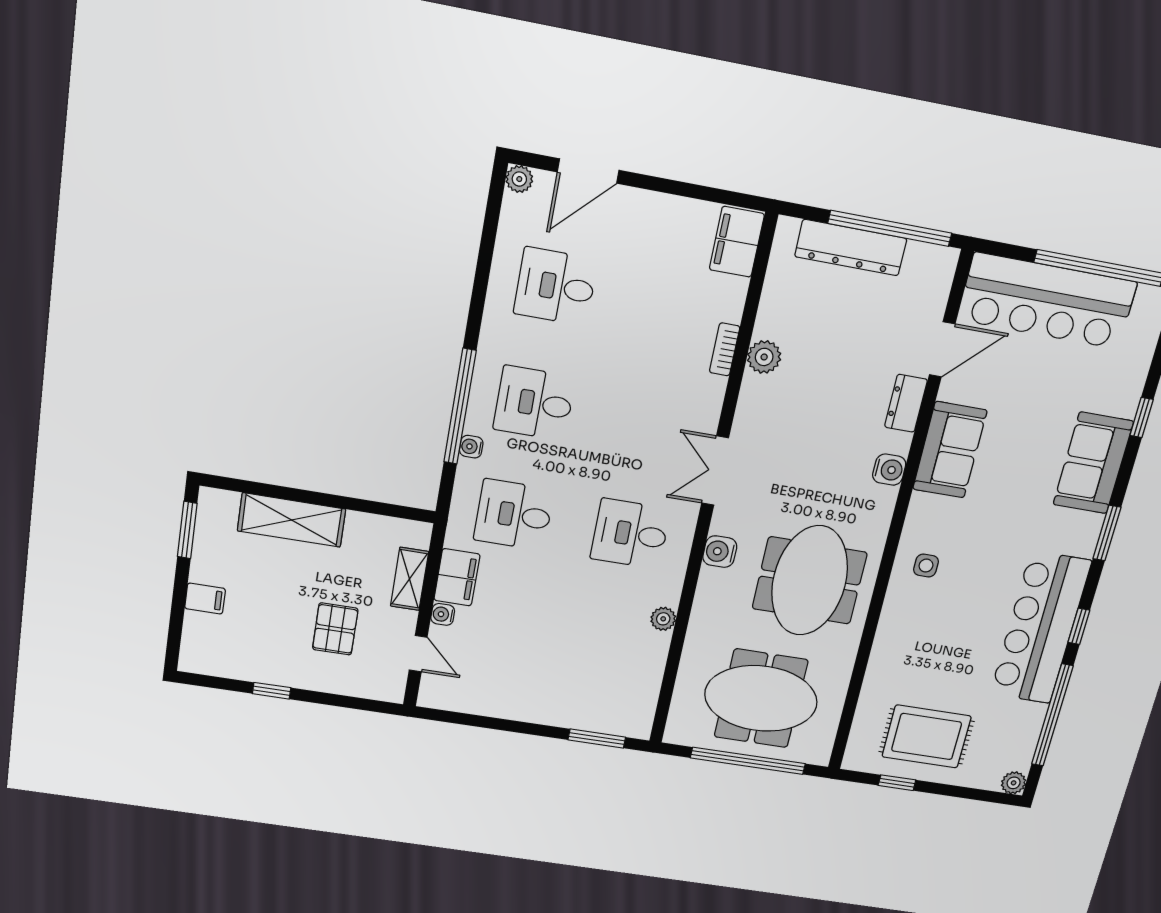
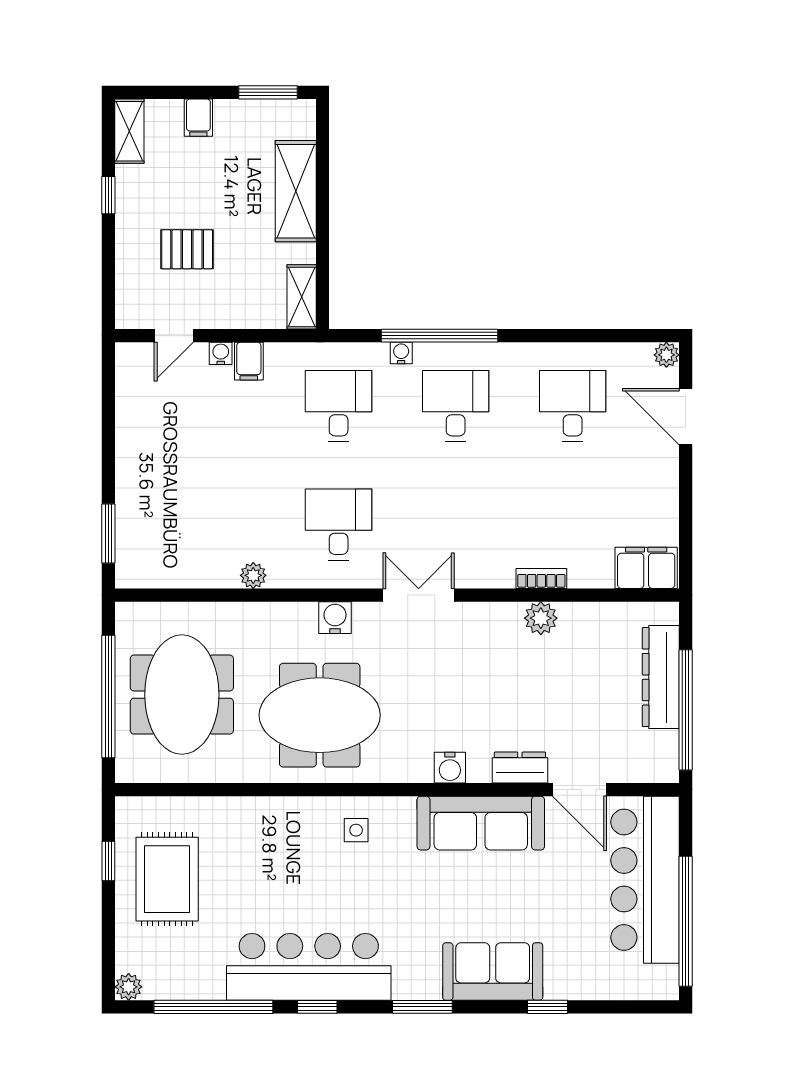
sofa: (950, 450) -> (481, 823), width x1.36
filing cabinet: (457, 577) -> (249, 361), width x0.50
shelving: (410, 579) -> (302, 297), moved, turned 90
shelving: (211, 663) -> (129, 131), added

